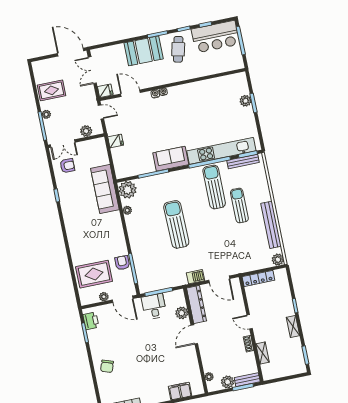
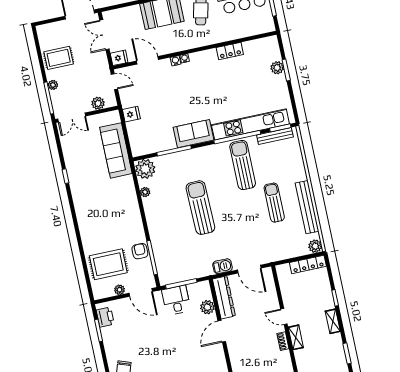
locker: (204, 86) -> (230, 51), added
armchair: (67, 166) -> (77, 143), removed
sofa: (105, 189) -> (116, 150), moved
sun lounger: (239, 205) -> (274, 203), moved
locker: (258, 278) -> (308, 264), moved
shelving: (263, 353) -> (296, 337), moved

